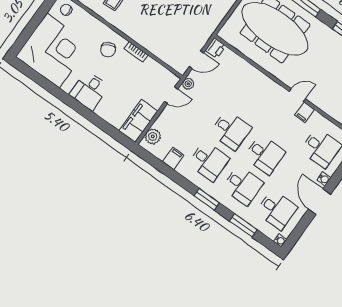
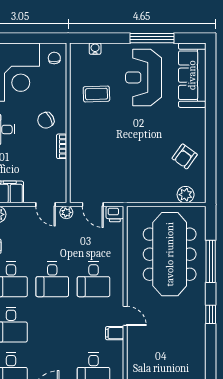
desk: (265, 155) -> (94, 279), moved

